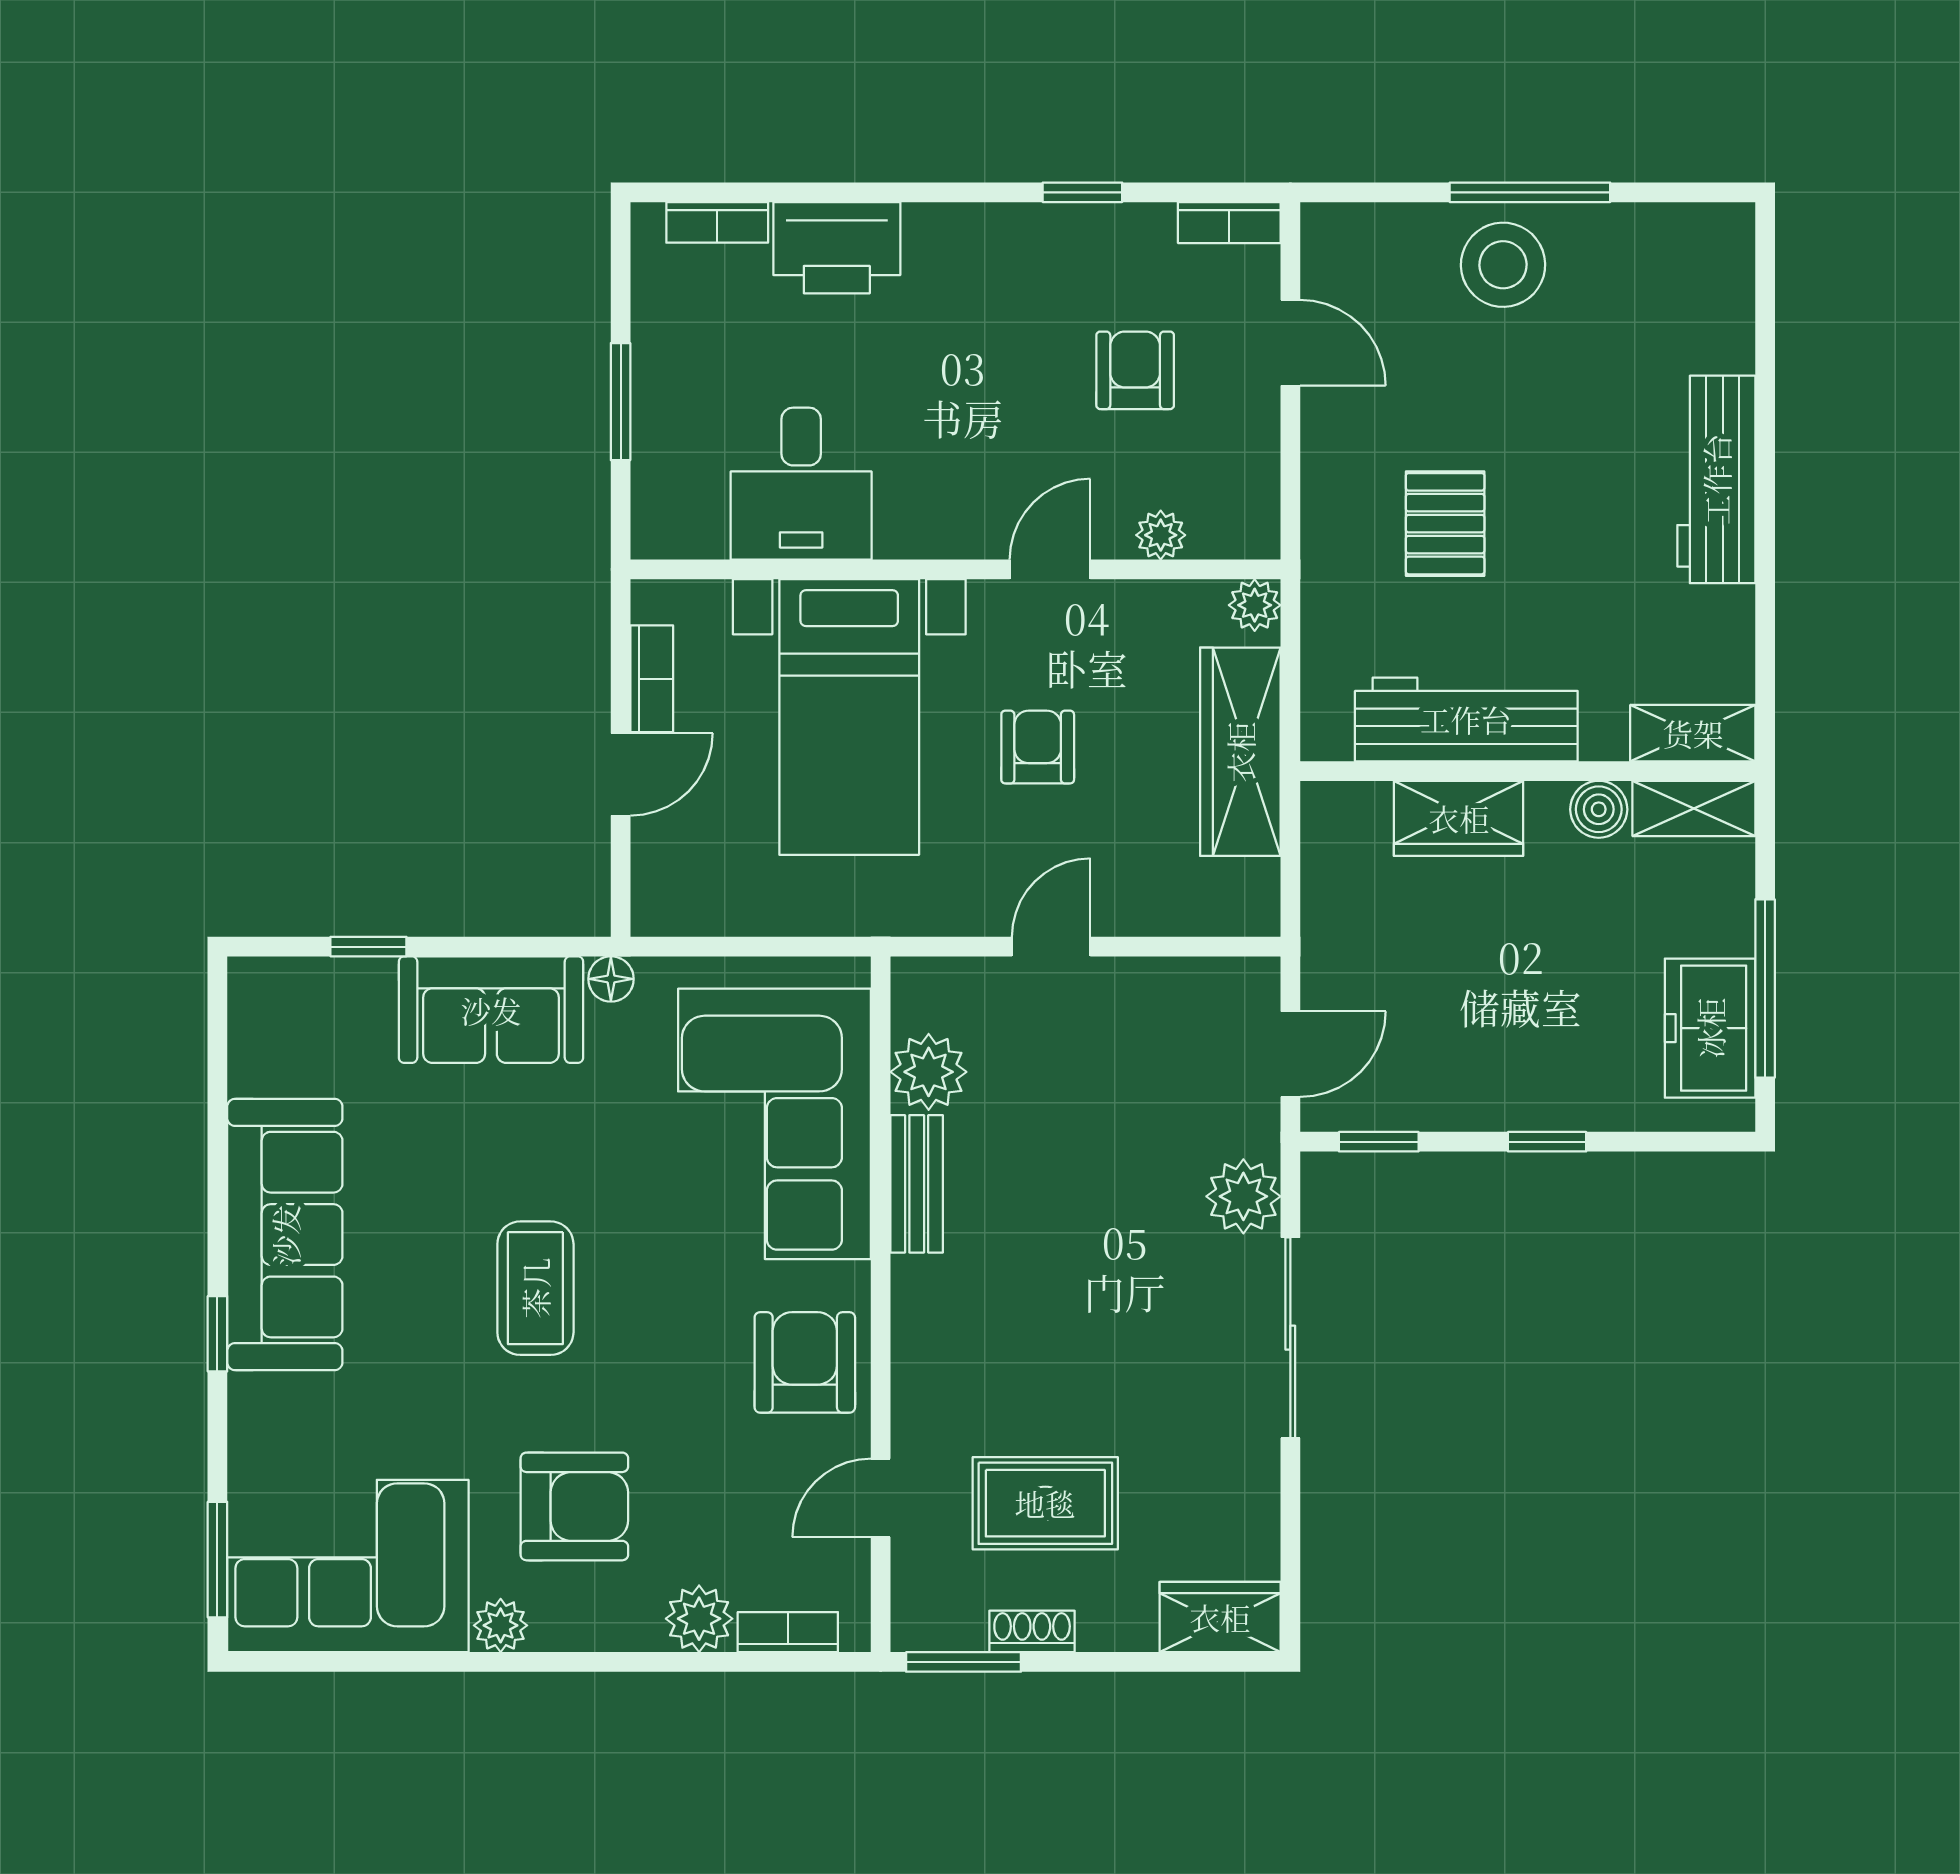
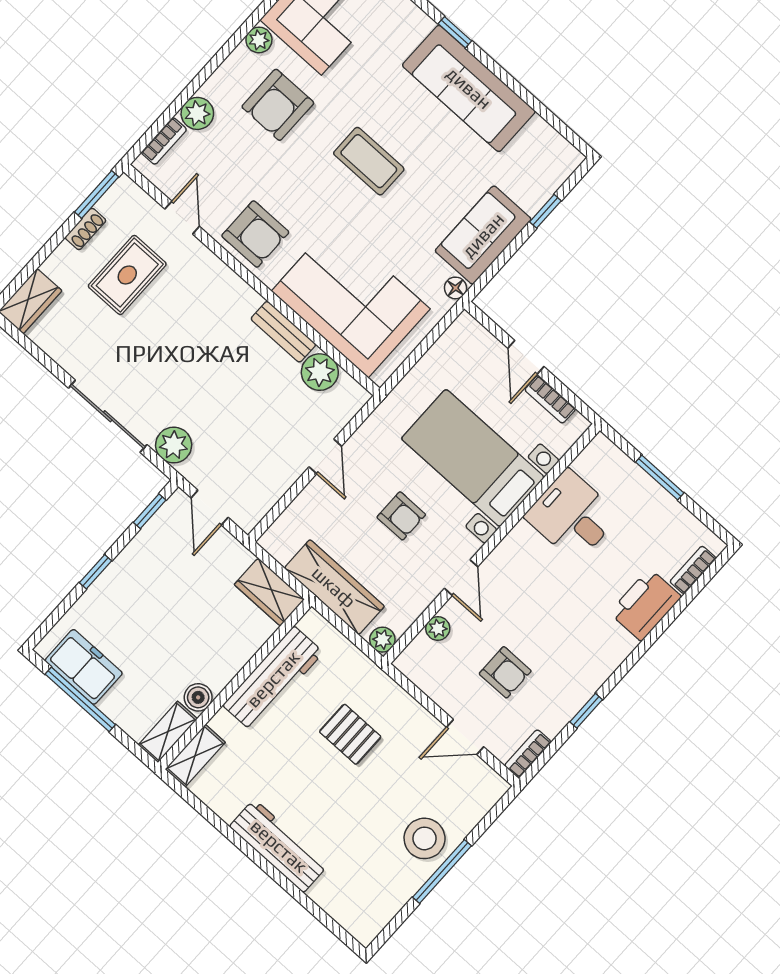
wardrobe: (1459, 818) -> (269, 592), moved, turned -90

